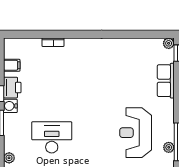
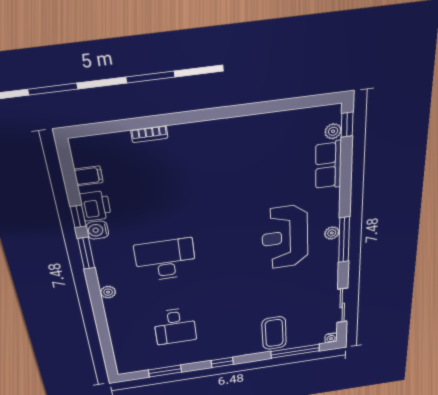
plant: (169, 43) -> (333, 131), moved
plant: (169, 147) -> (332, 233), moved

